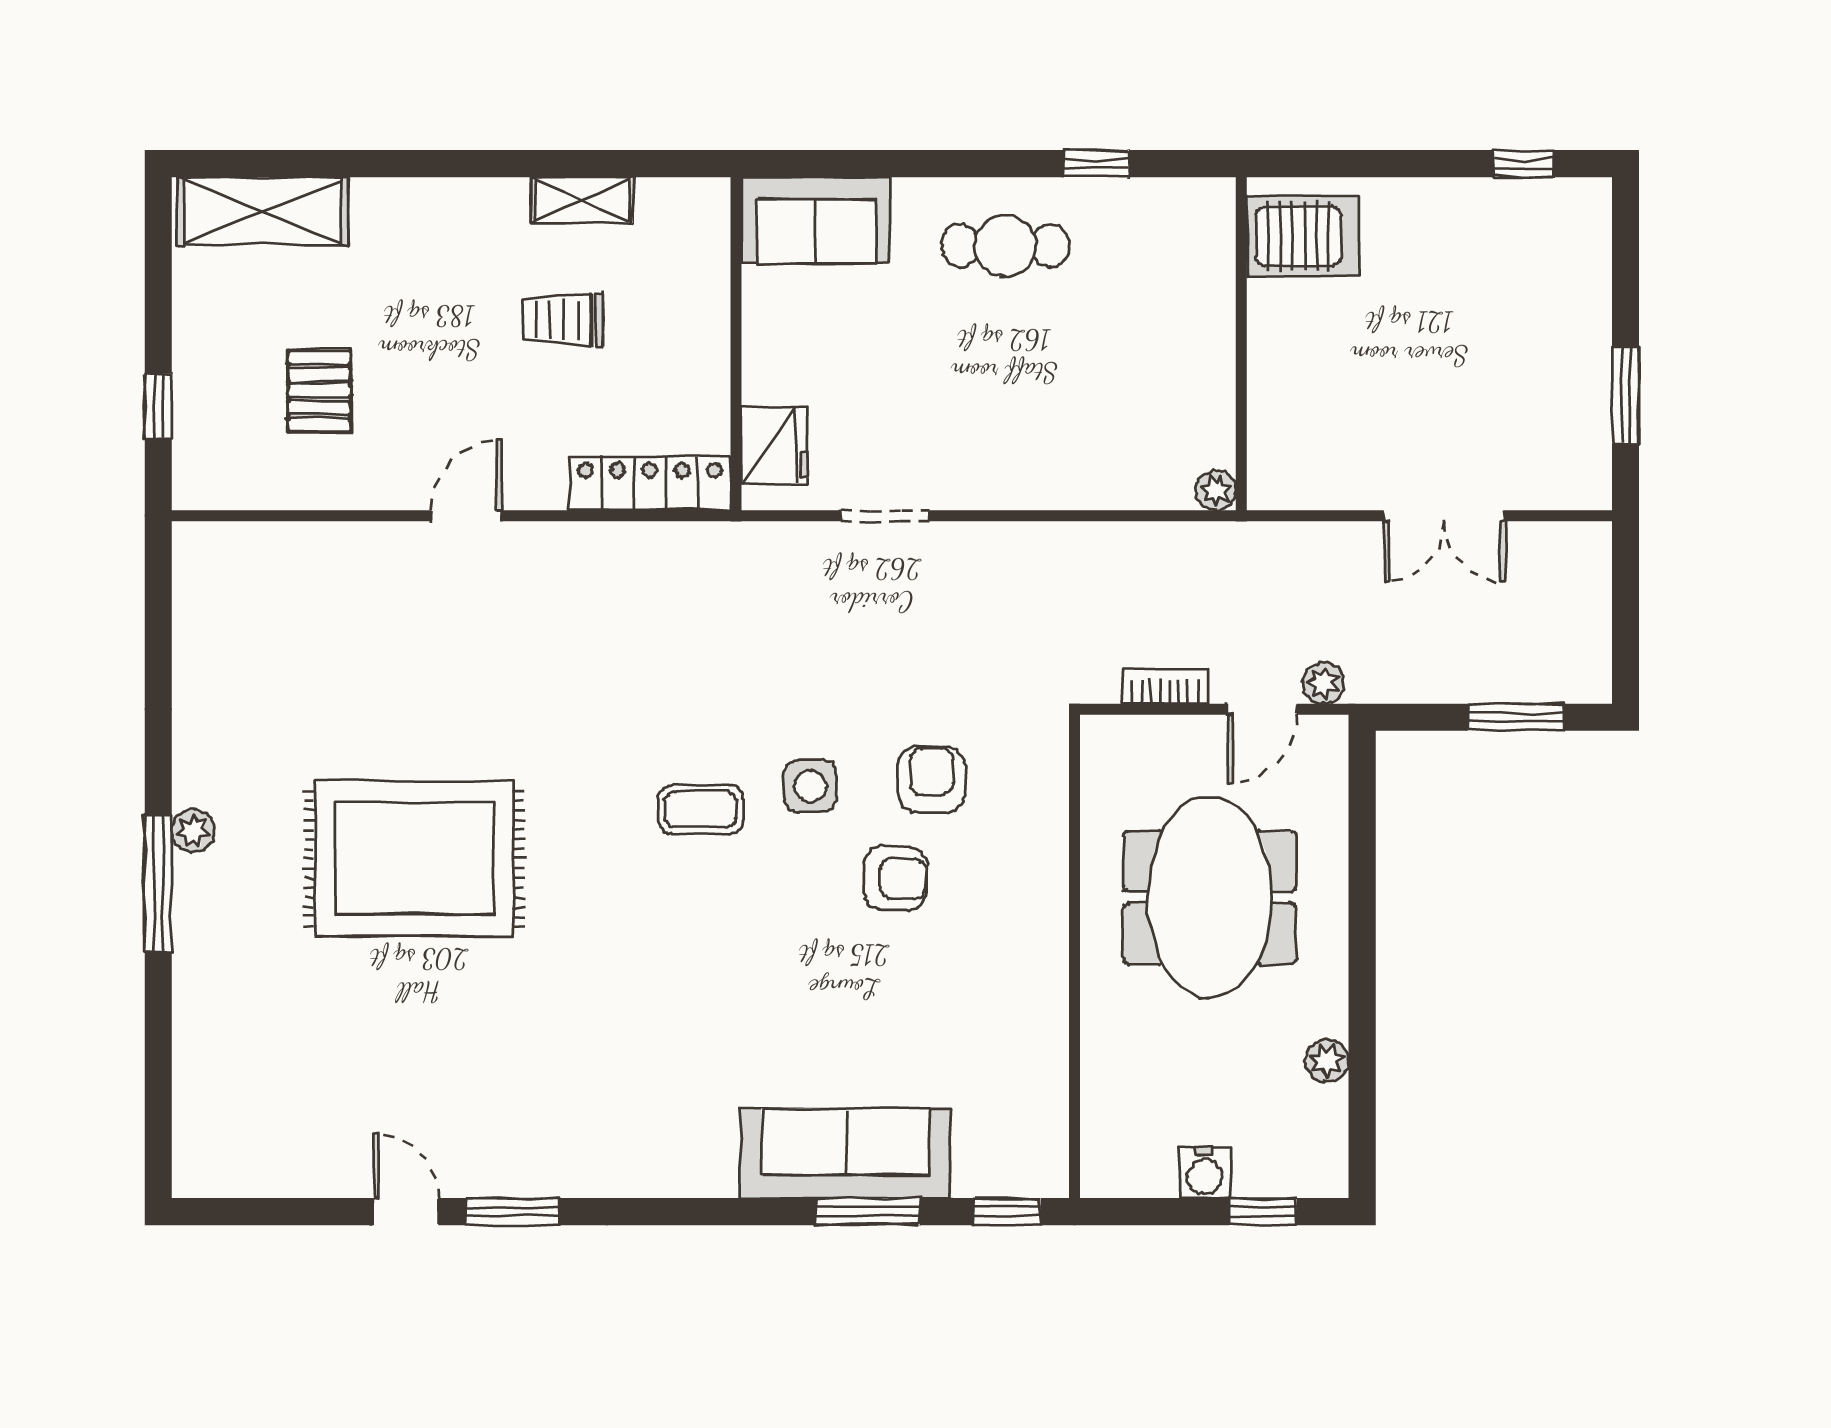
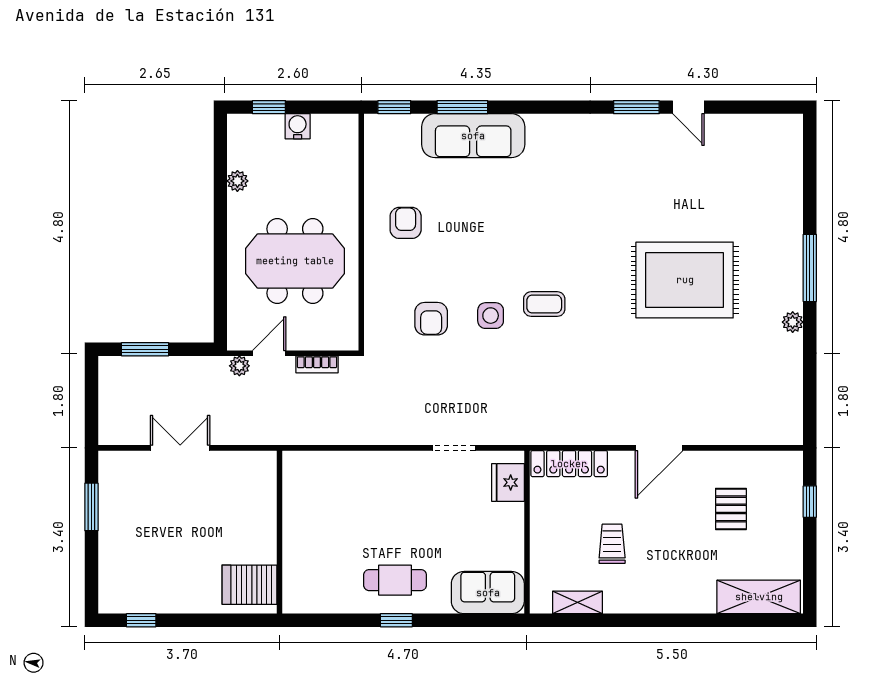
window: (1096, 164) -> (396, 620), moved
shelving: (582, 200) -> (577, 602), moved
trolley: (562, 320) -> (612, 544), turned -90
plant: (1216, 490) -> (292, 460), removed
door: (466, 516) -> (659, 448), width x1.37
plant: (193, 831) -> (793, 322), moved
armchair: (895, 878) -> (406, 223), moved, turned 88
meeting table: (1210, 897) -> (295, 261), turned 90

